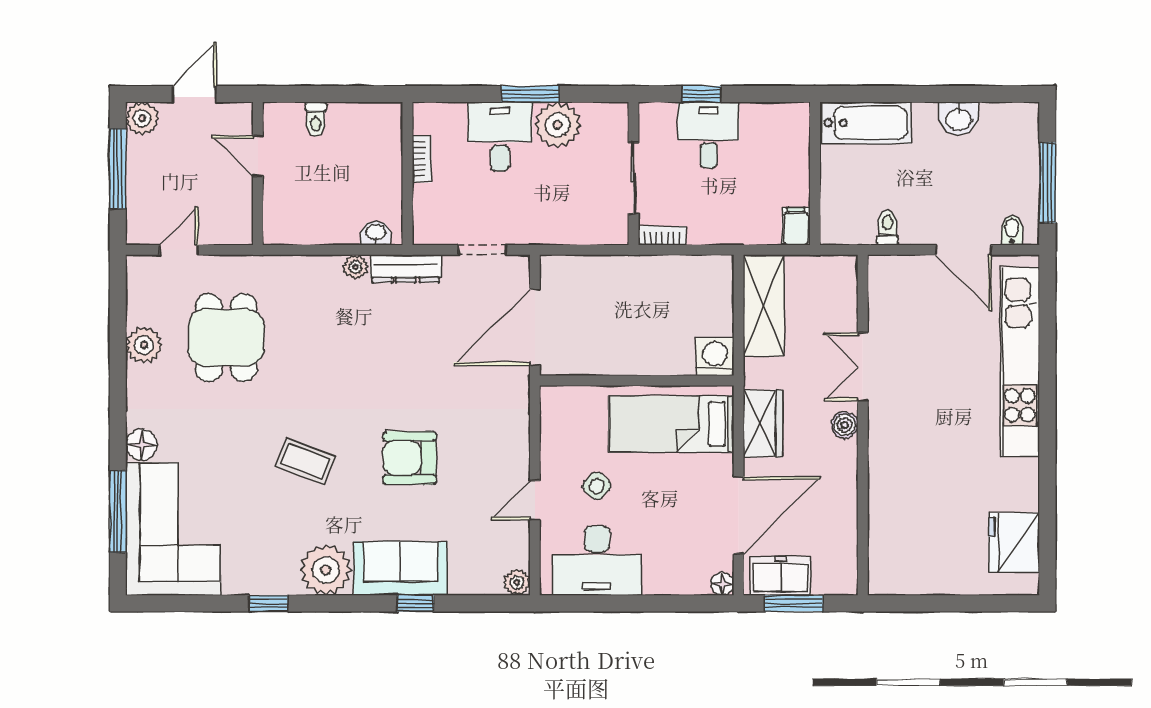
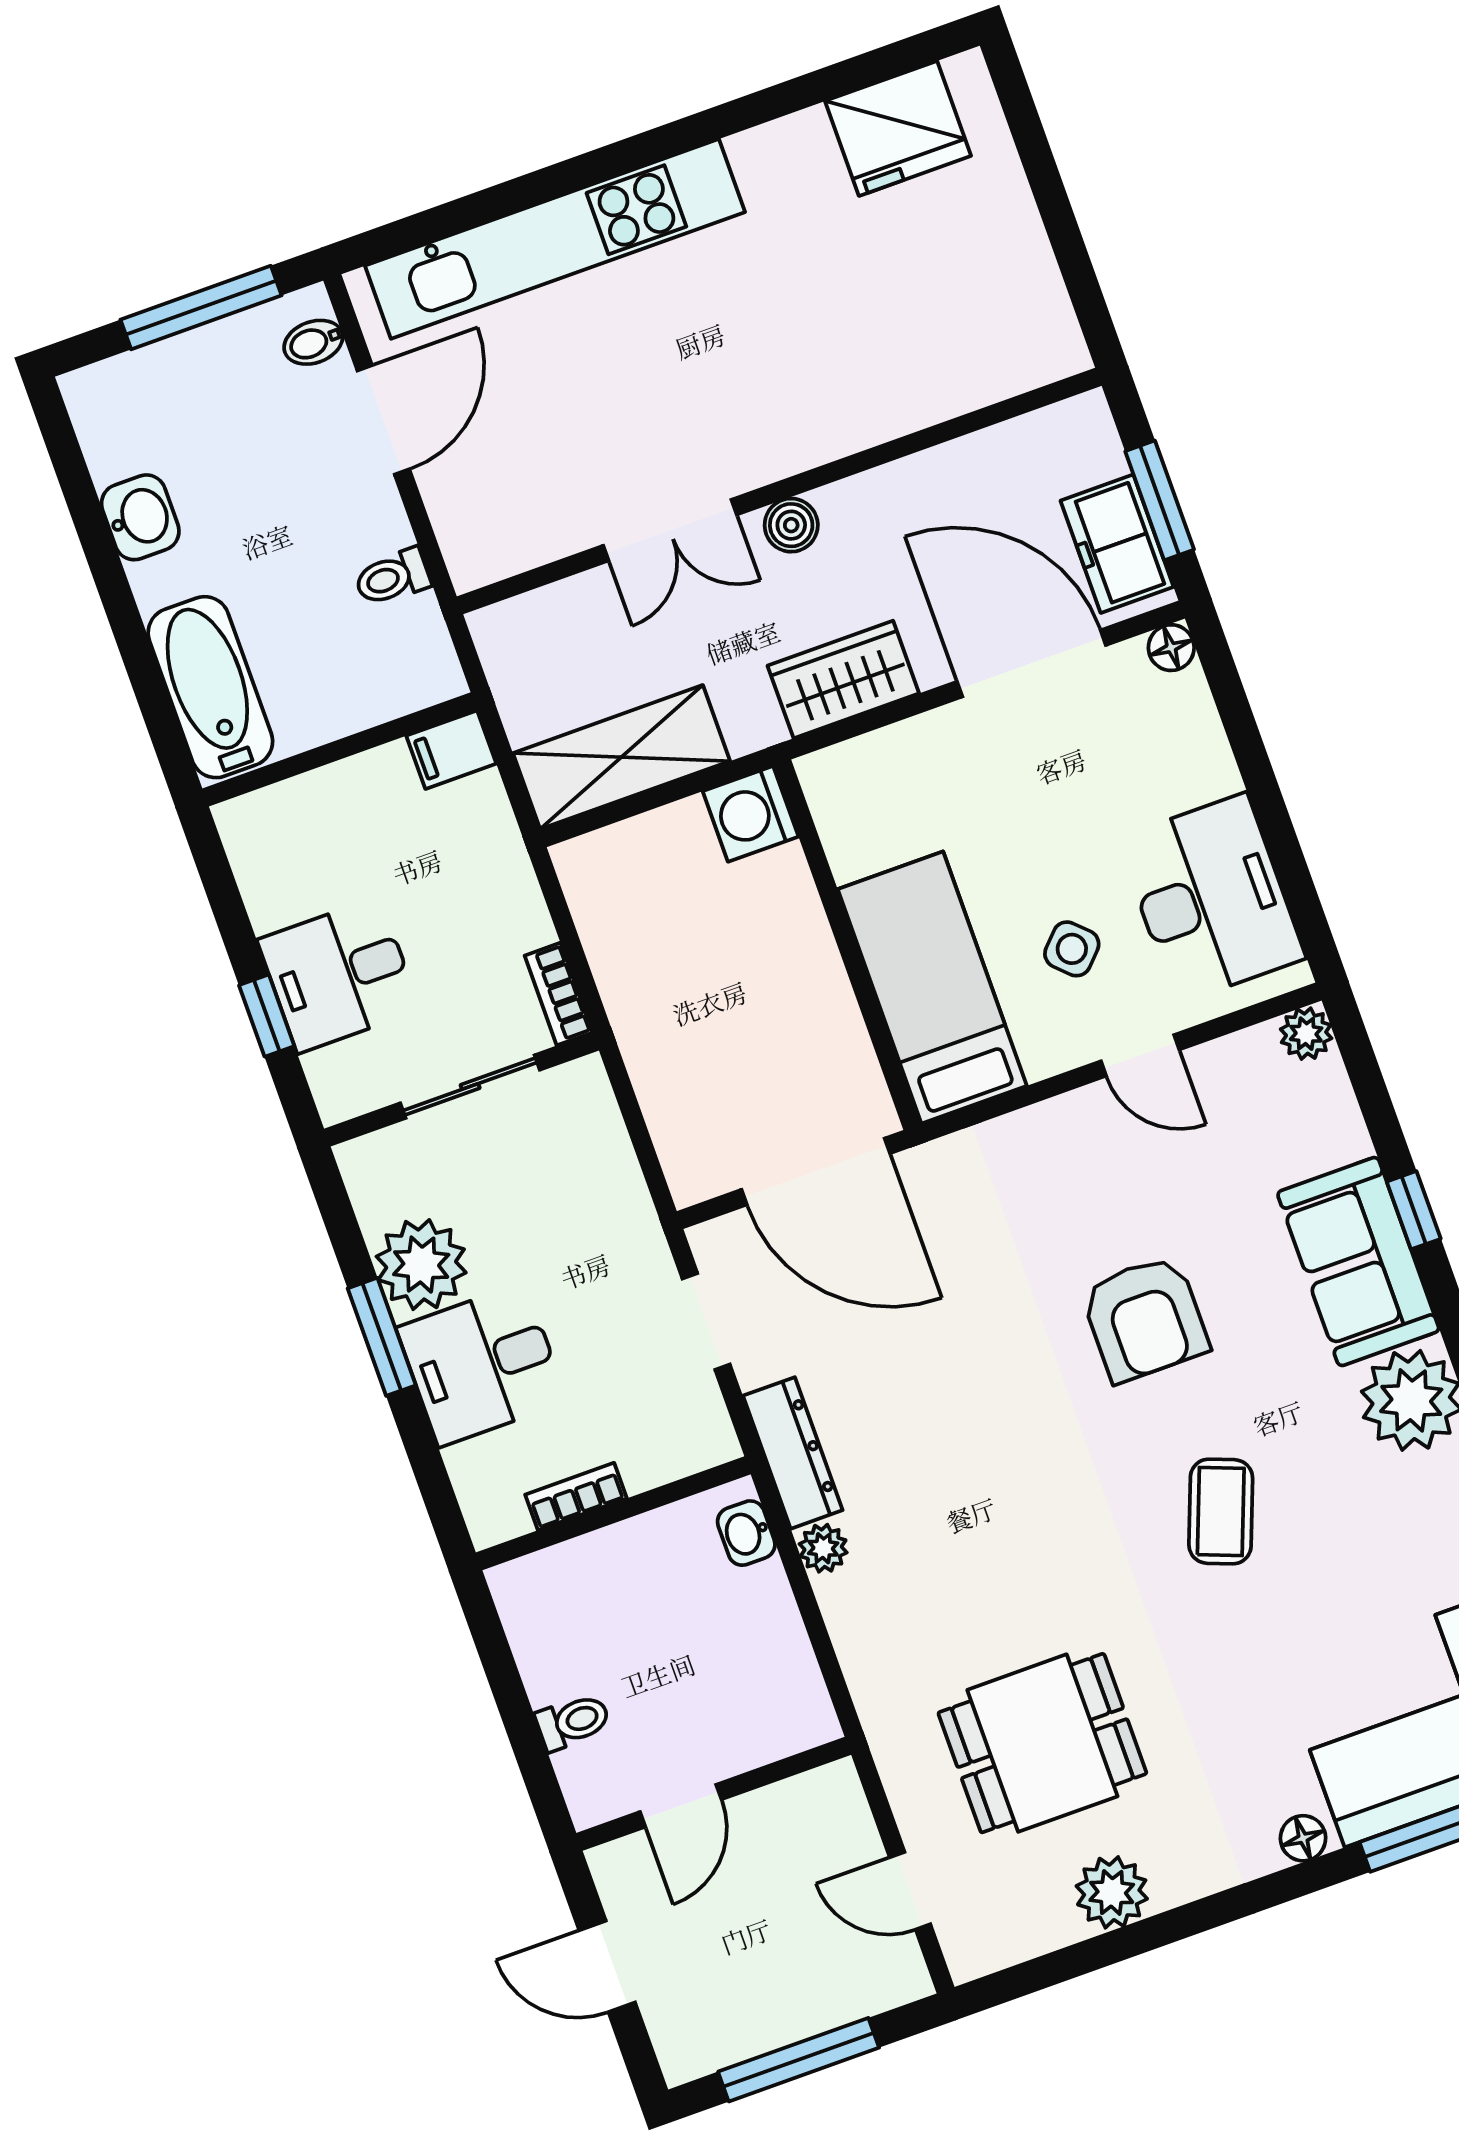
plant: (142, 118) -> (688, 2048), removed
bed: (671, 424) -> (932, 987), moved, turned 180
floor lamp: (141, 445) -> (1303, 1838), width x0.73, depth x0.73

